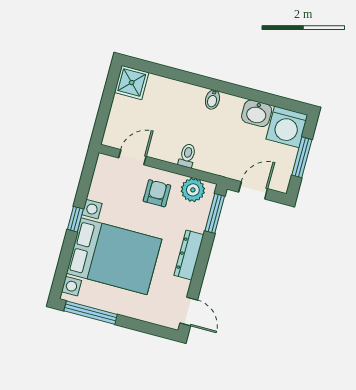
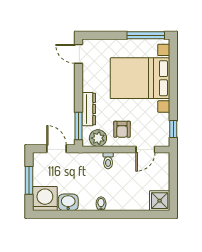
door: (253, 190) -> (57, 149), swing flipped
window: (75, 219) -> (173, 129), moved
dresser: (189, 255) -> (89, 109), moved

